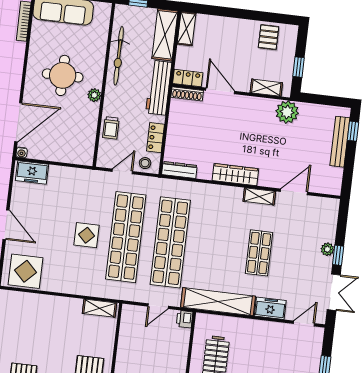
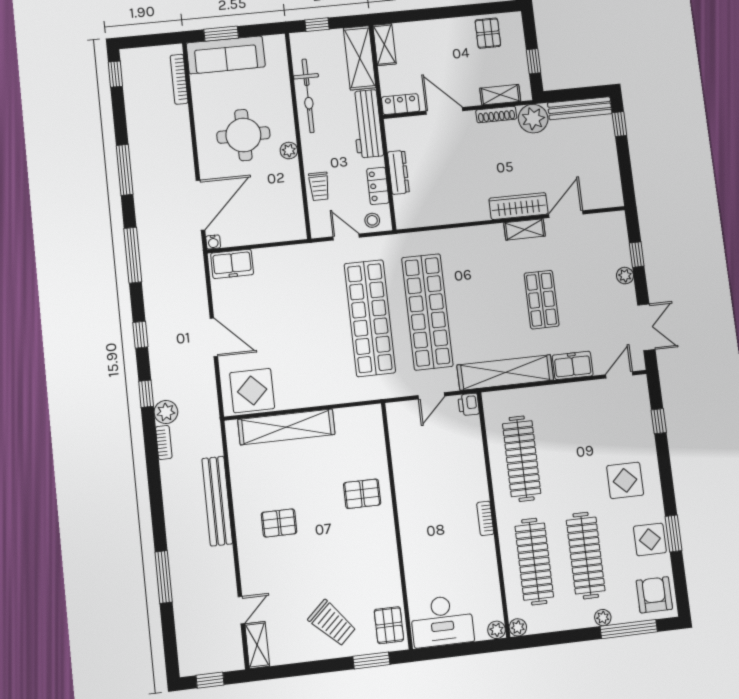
shoe rack: (187, 94) -> (496, 114), moved
bench: (340, 142) -> (580, 108), moved, turned 90
dresser: (179, 170) -> (398, 172), moved, turned 90
door: (122, 171) -> (346, 237), hinge flipped
wardrobe: (235, 175) -> (519, 206), moved
display table: (86, 235) -> (319, 327), removed
window: (338, 255) -> (637, 255), moved
shelving: (100, 308) -> (286, 427), moved, width x2.20, depth x1.33

